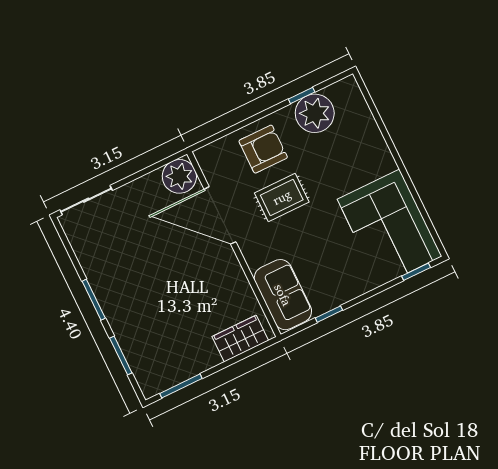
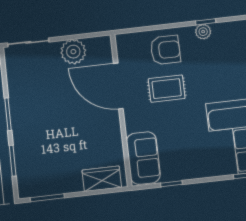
plant: (315, 113) -> (203, 32), width x0.53, depth x0.53
plant: (179, 176) -> (73, 52), moved

